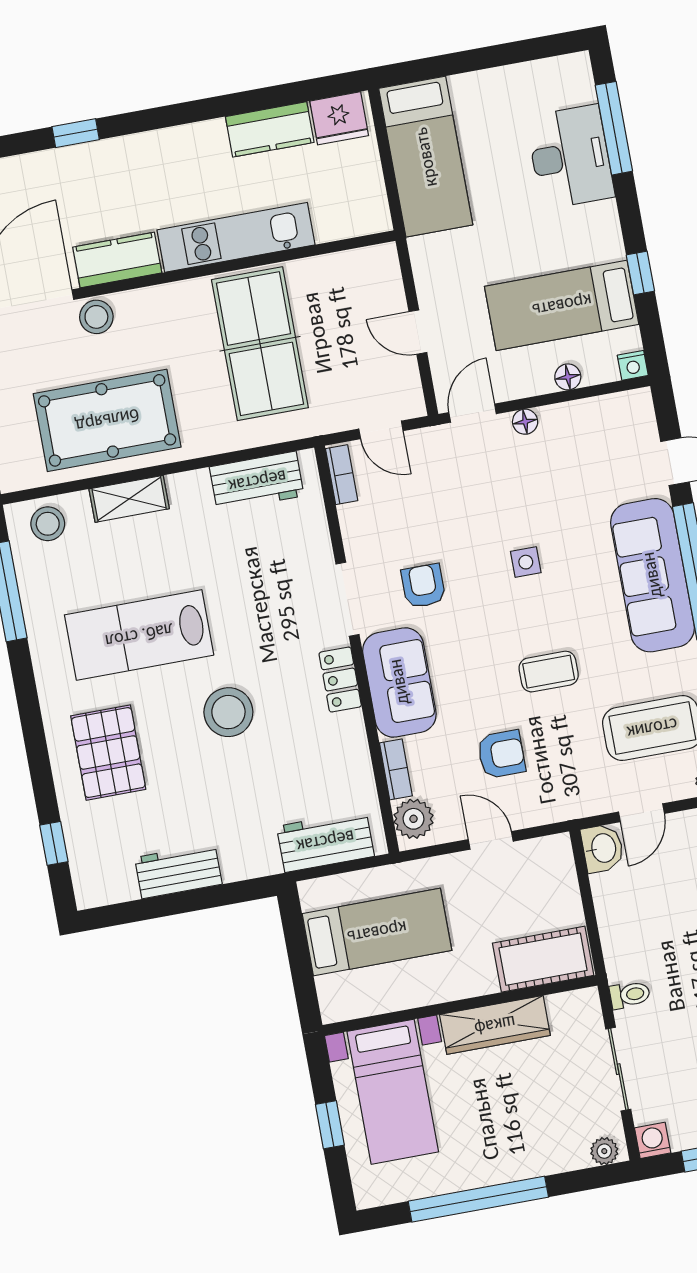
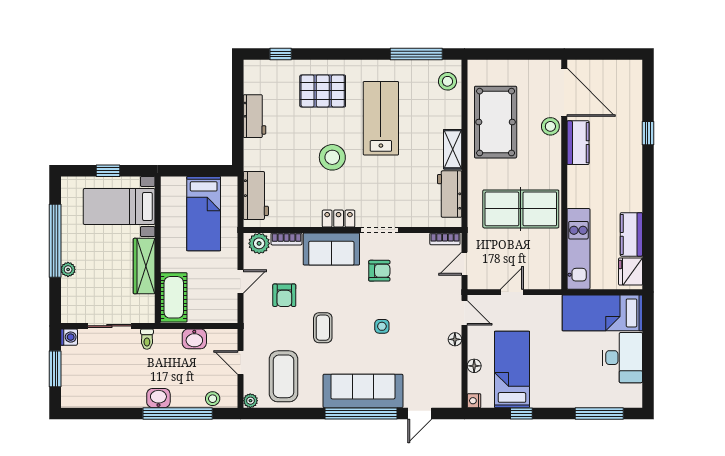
desk: (570, 157) -> (623, 358), moved, turned -90
kitchen unit: (236, 237) -> (578, 249), moved
shelving: (129, 499) -> (453, 149), moved
washbasin: (603, 848) -> (194, 339), moved
plant: (604, 1151) -> (68, 269), moved

